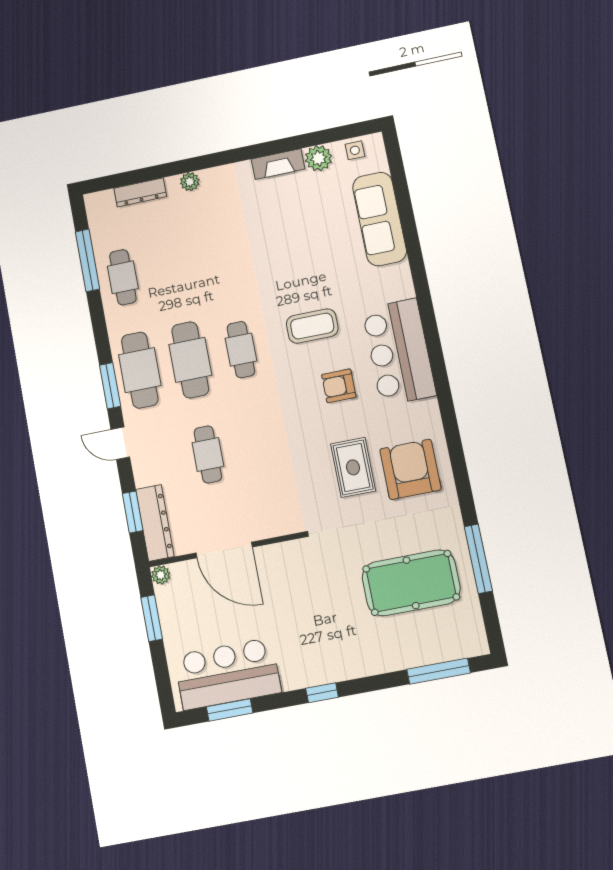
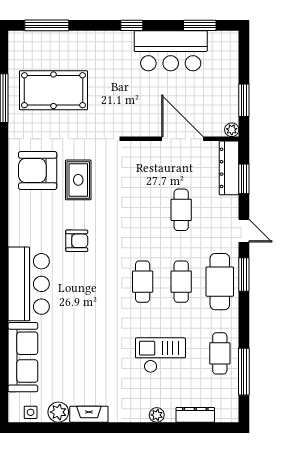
checkout: (199, 259) -> (160, 355), added
coffee table: (312, 326) -> (87, 288), removed
bar counter: (399, 352) -> (29, 284), moved
cafe table: (190, 360) -> (181, 282), width x0.73, depth x0.74
armchair: (410, 469) -> (38, 170), turned 90
bar counter: (228, 674) -> (171, 51), moved

